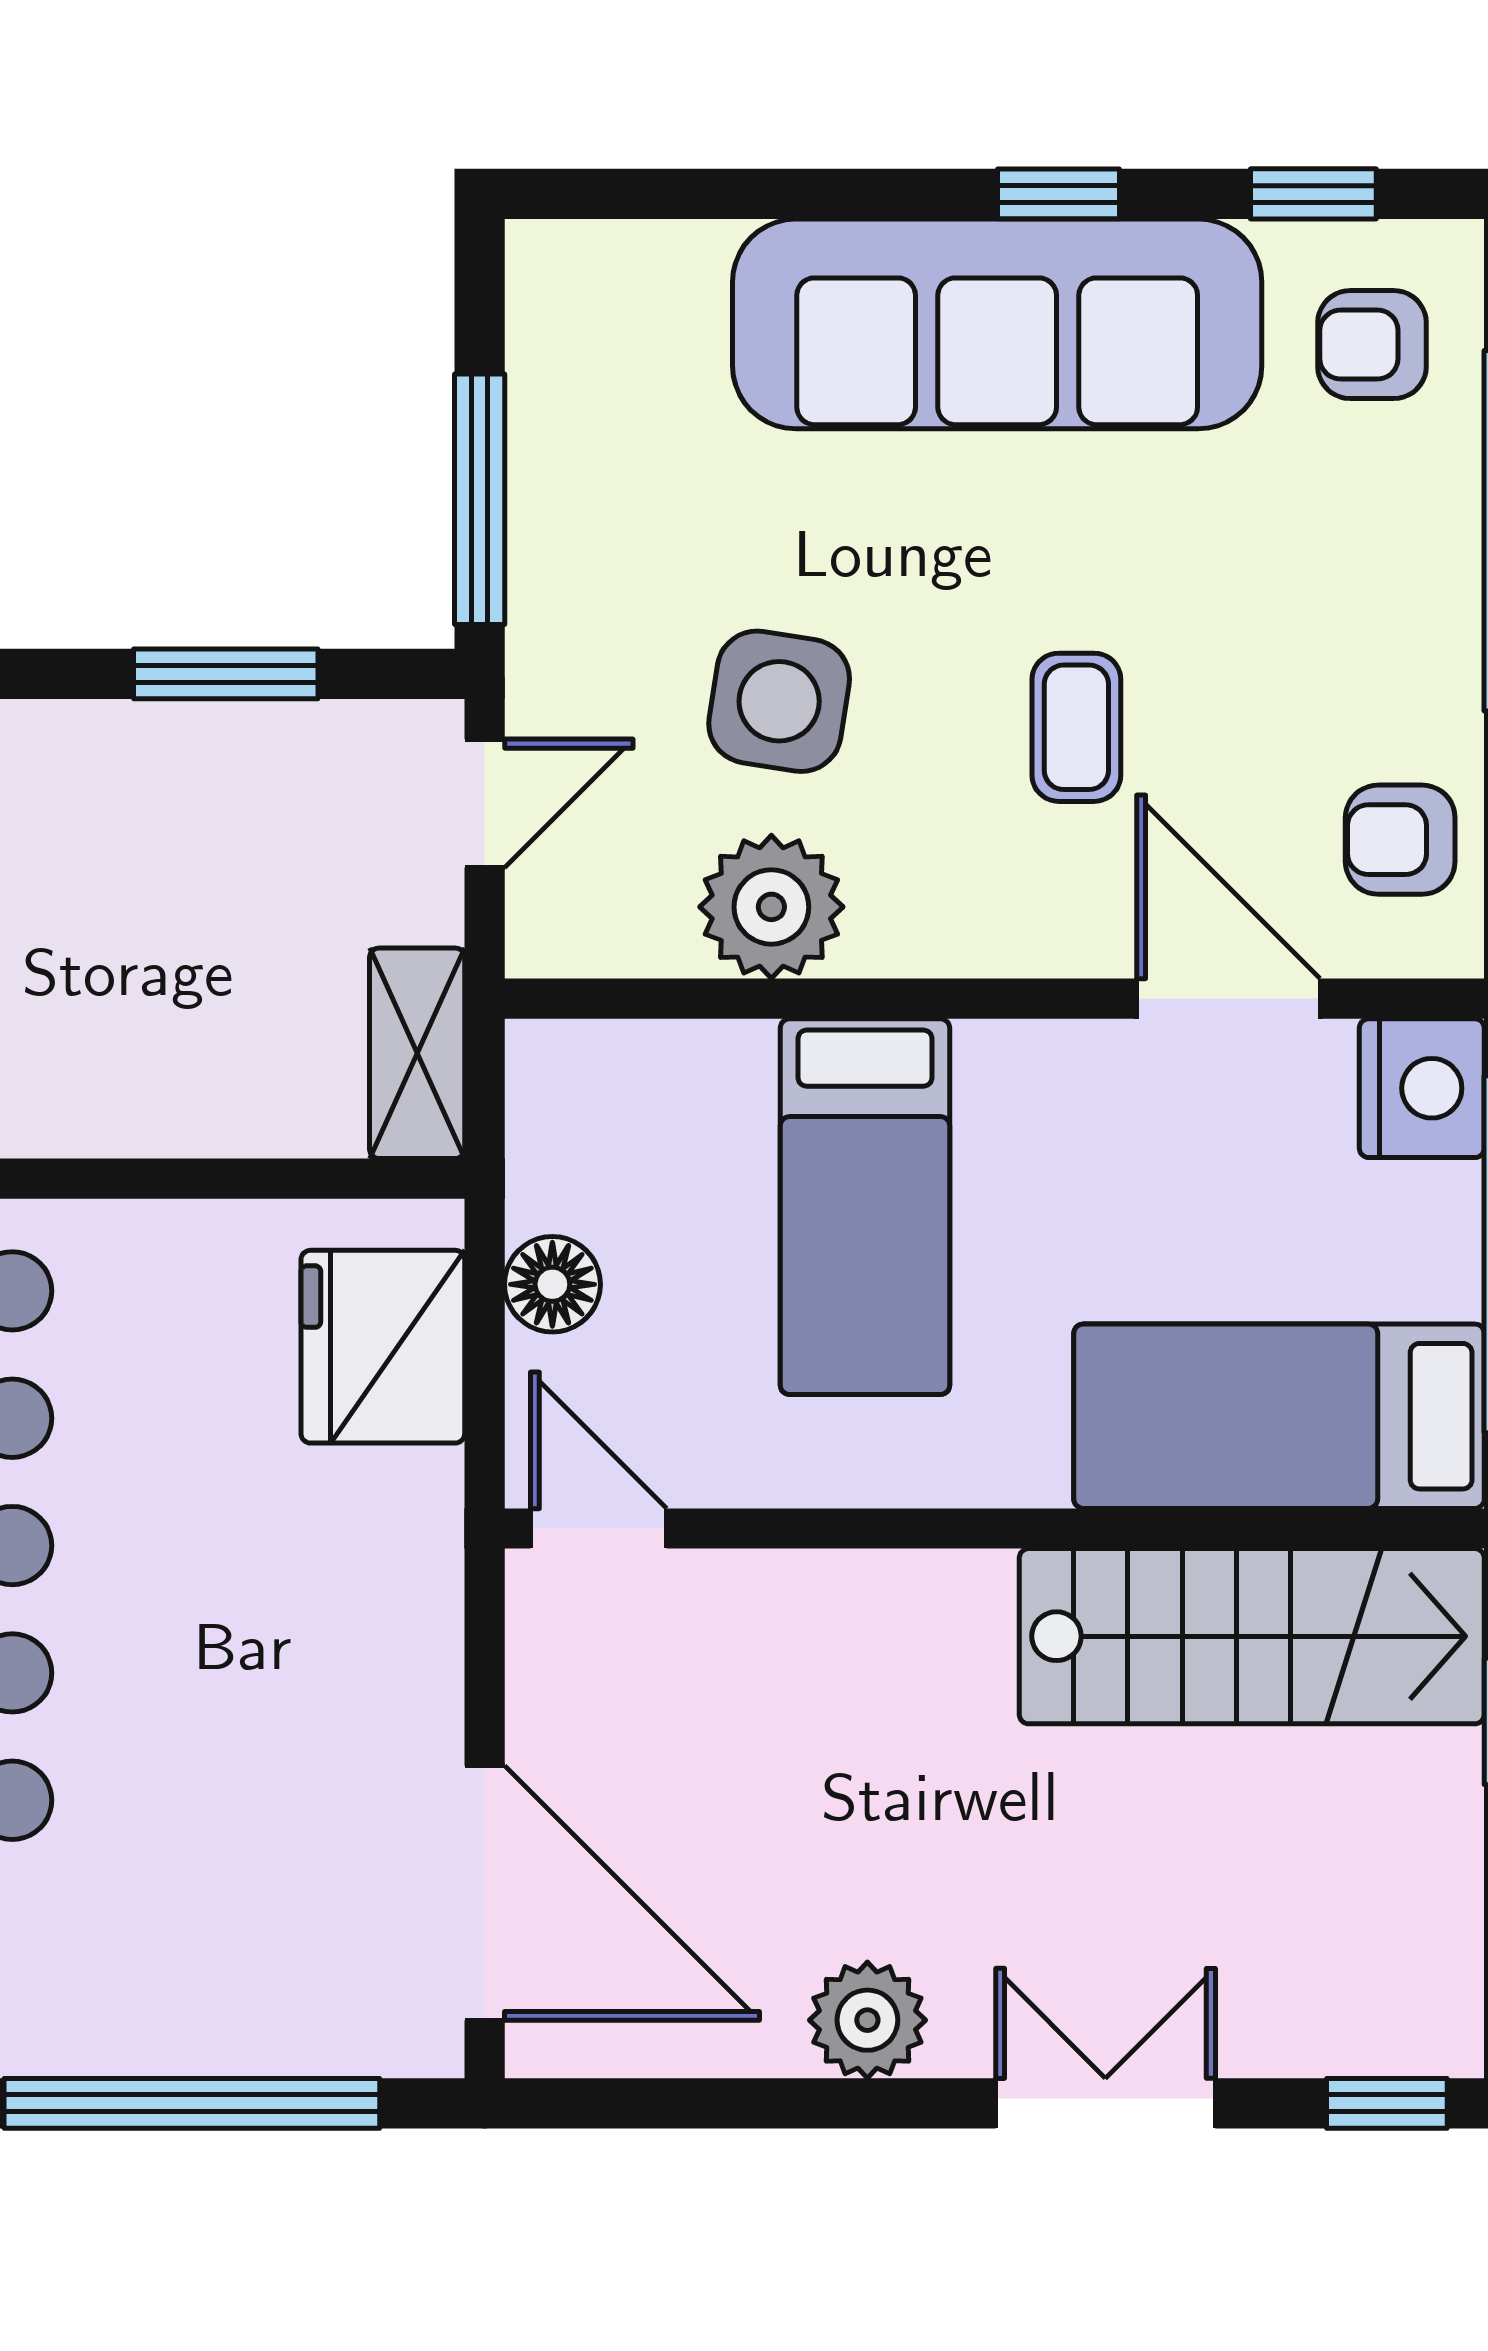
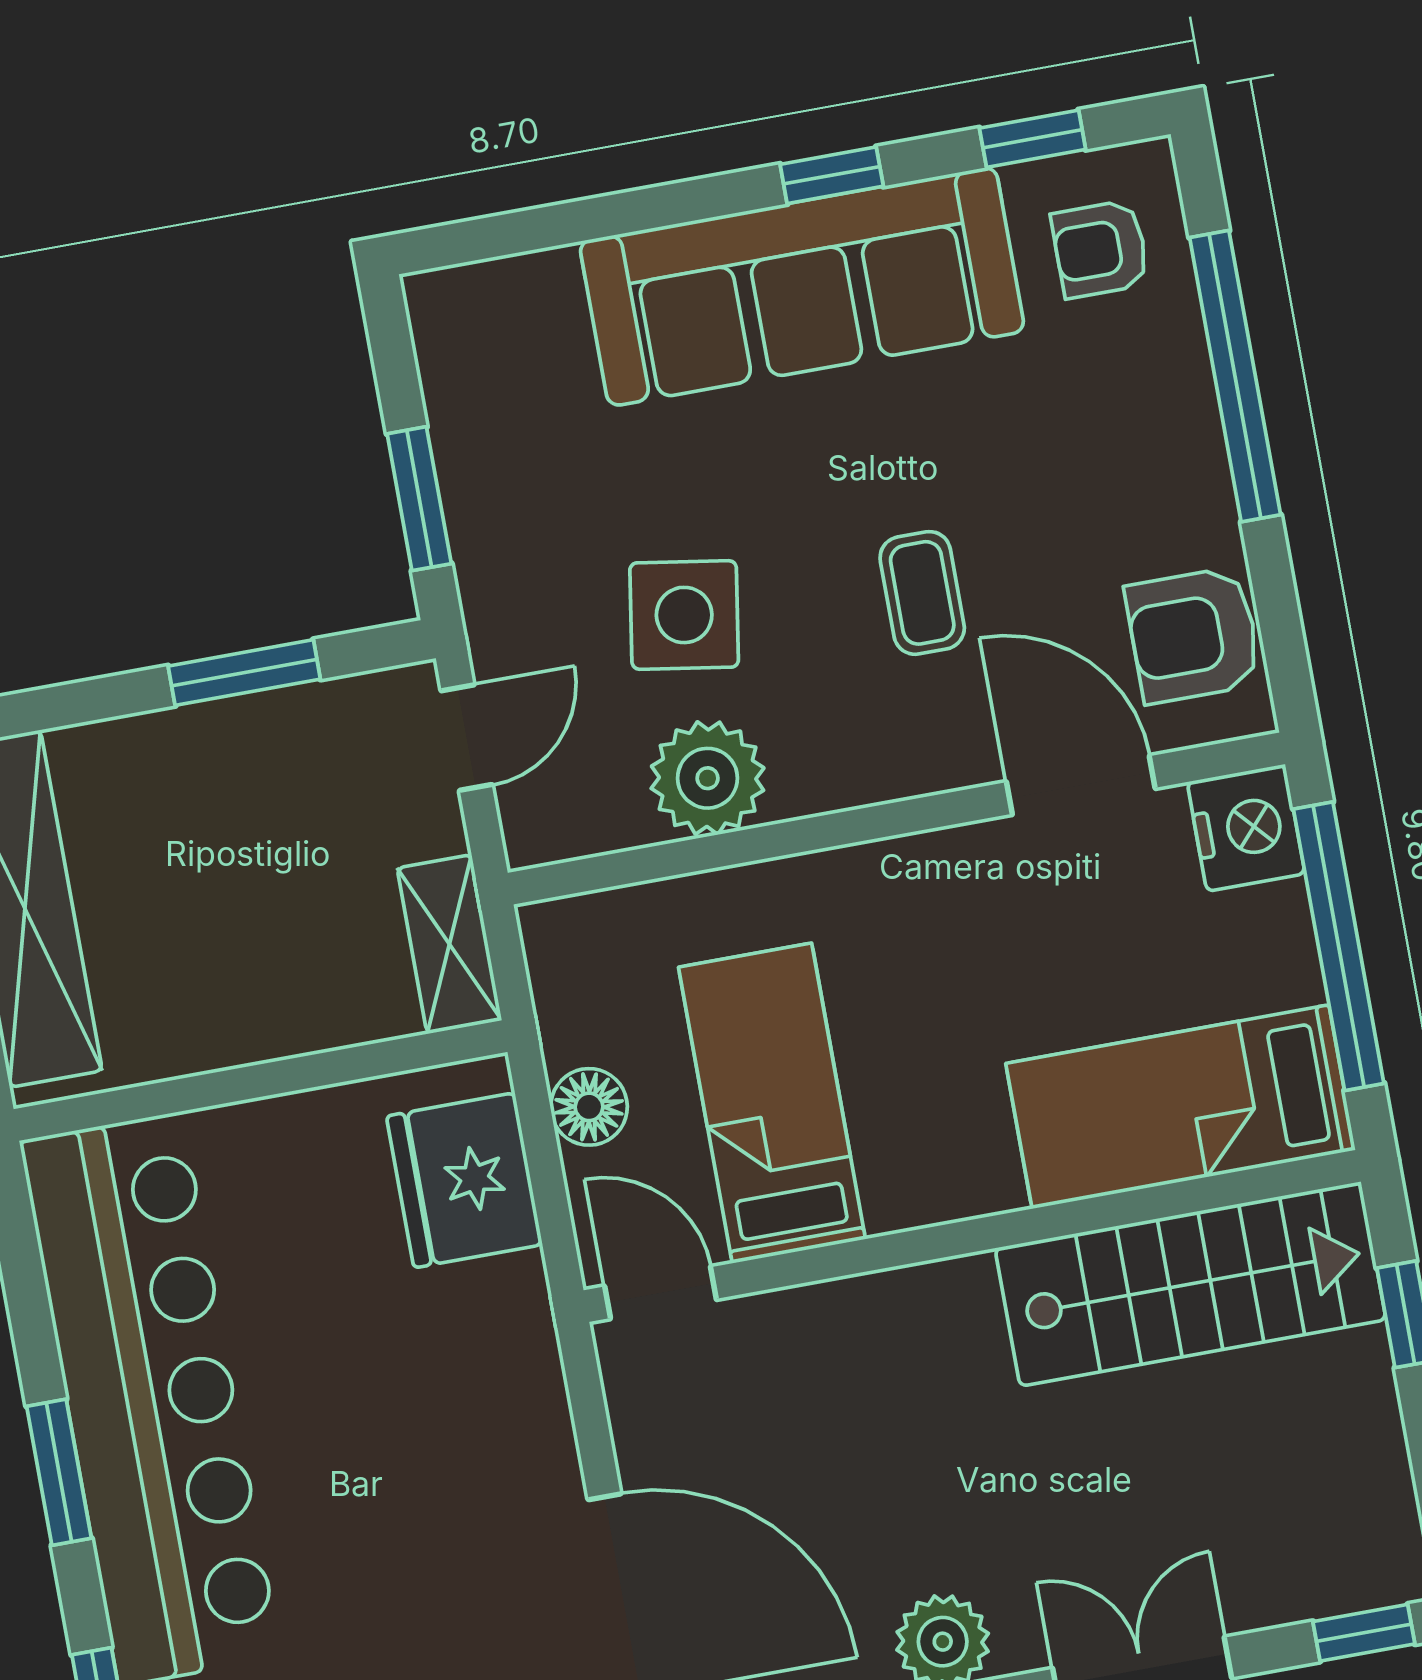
window: (480, 499) -> (419, 499), width x0.69
armchair: (1400, 840) -> (1193, 635), width x1.38, depth x1.38
bed: (865, 1207) -> (772, 1103), moved, turned 180

